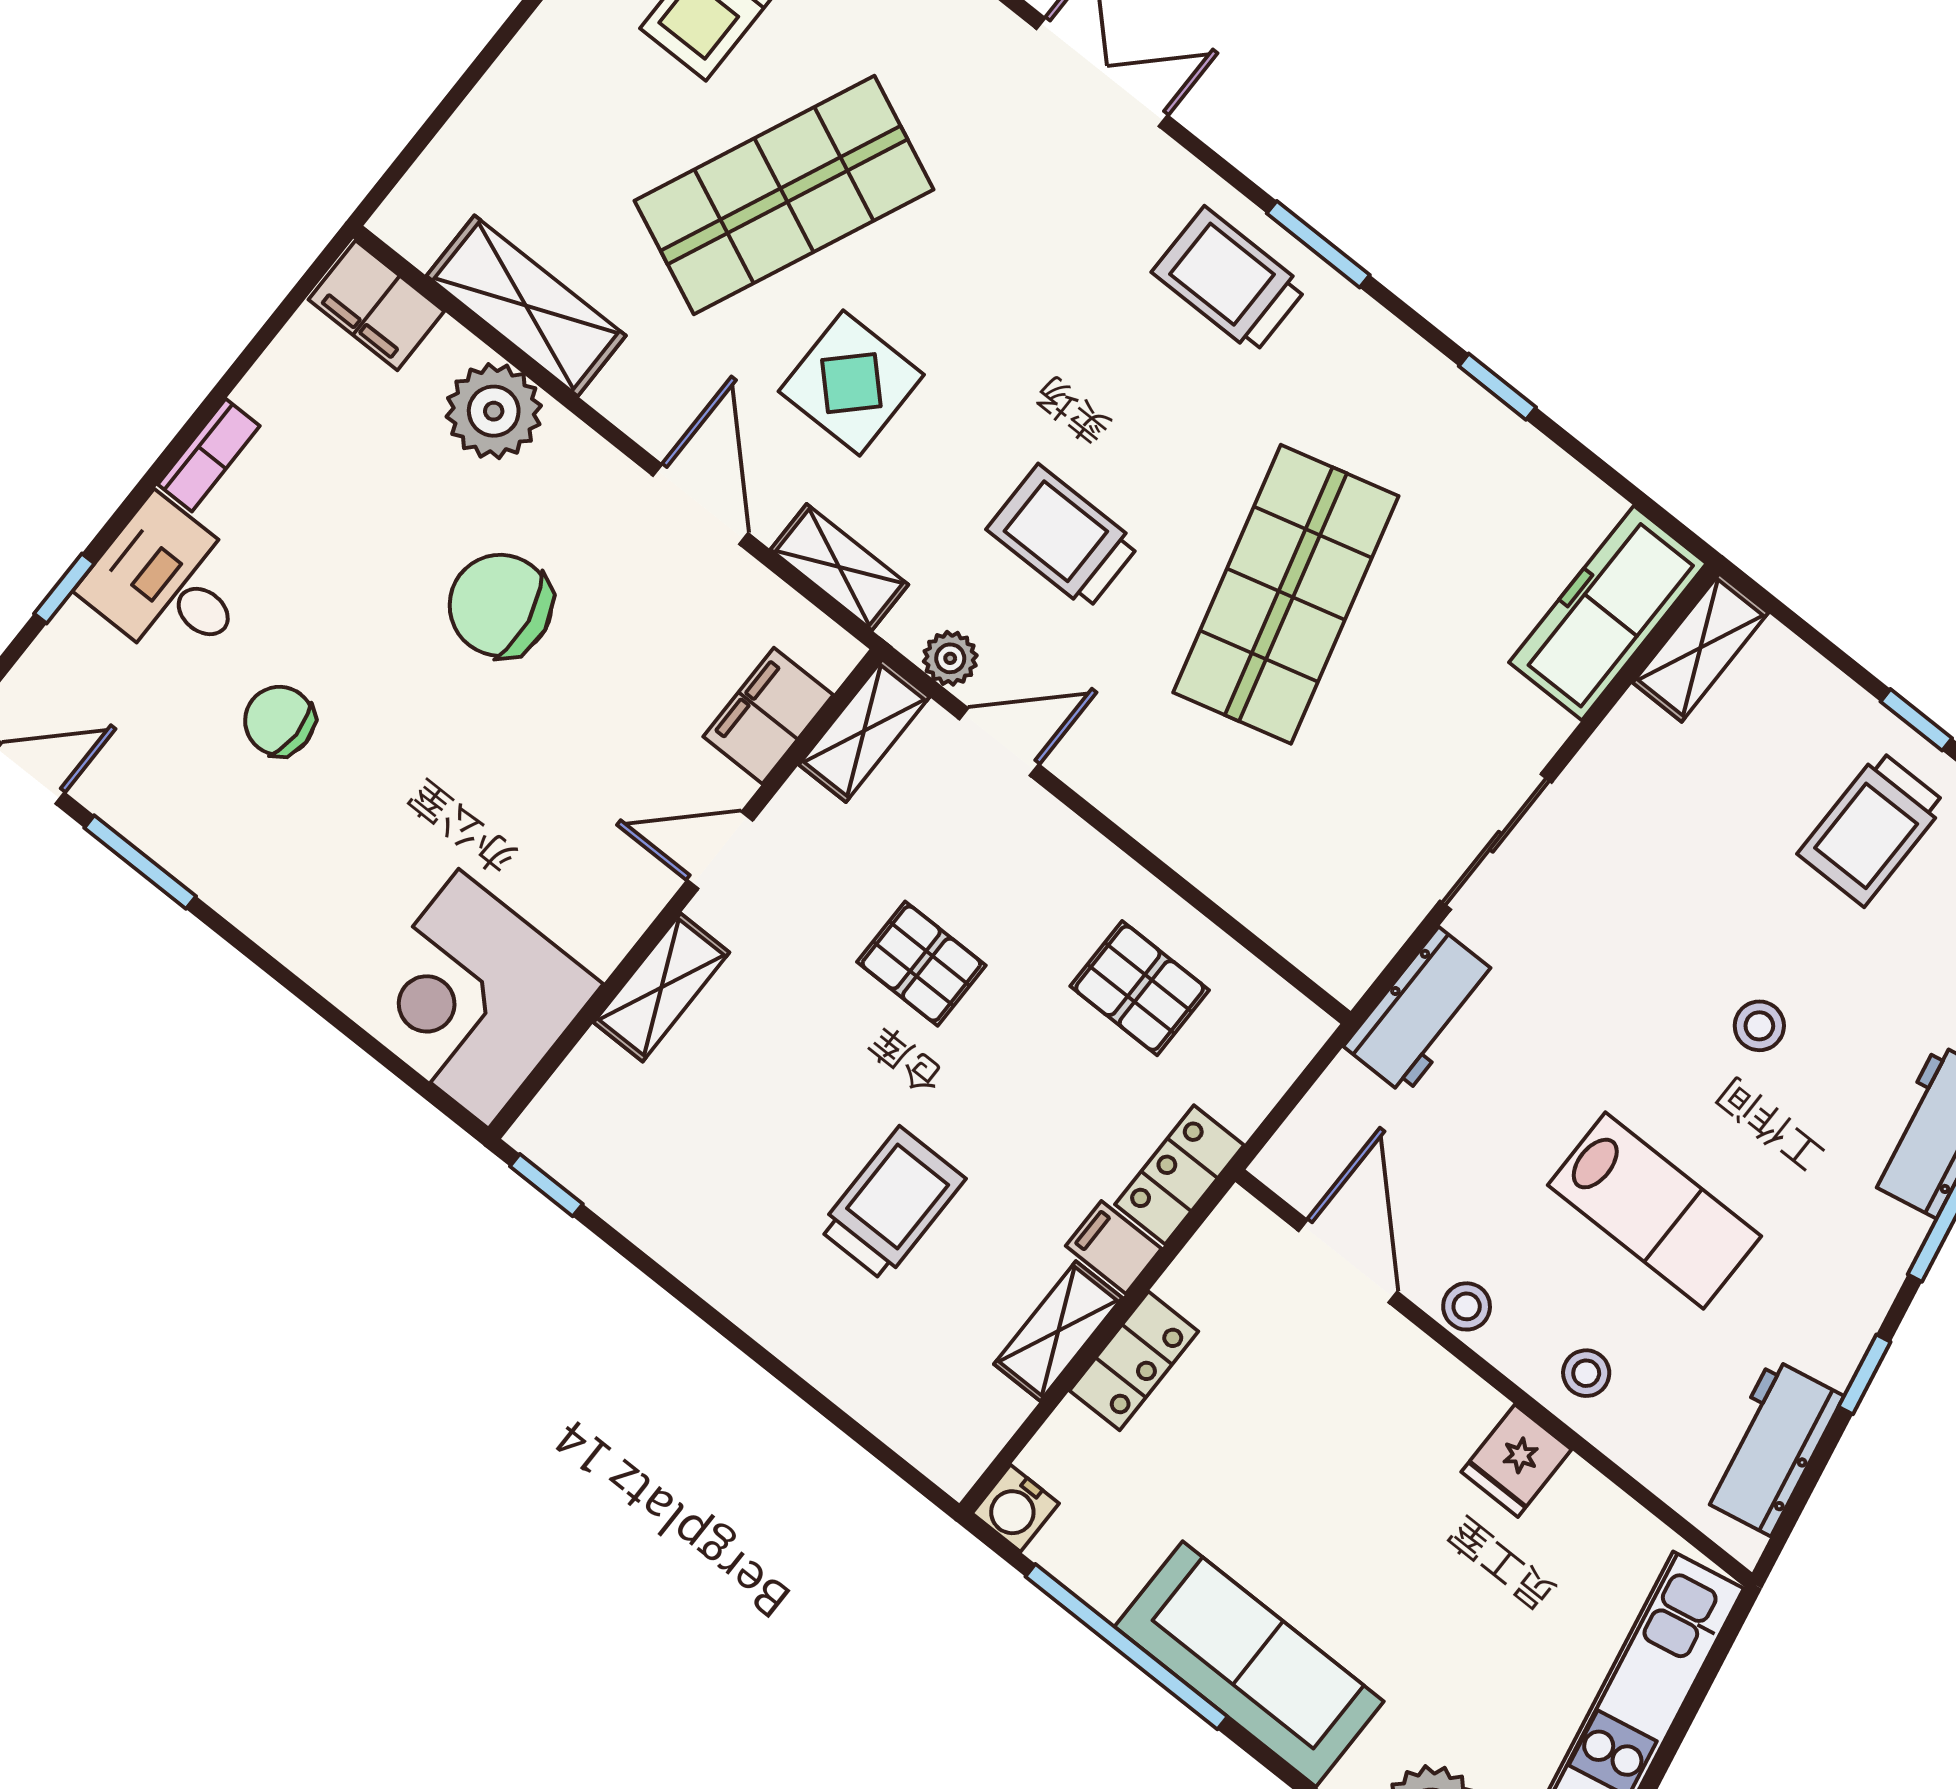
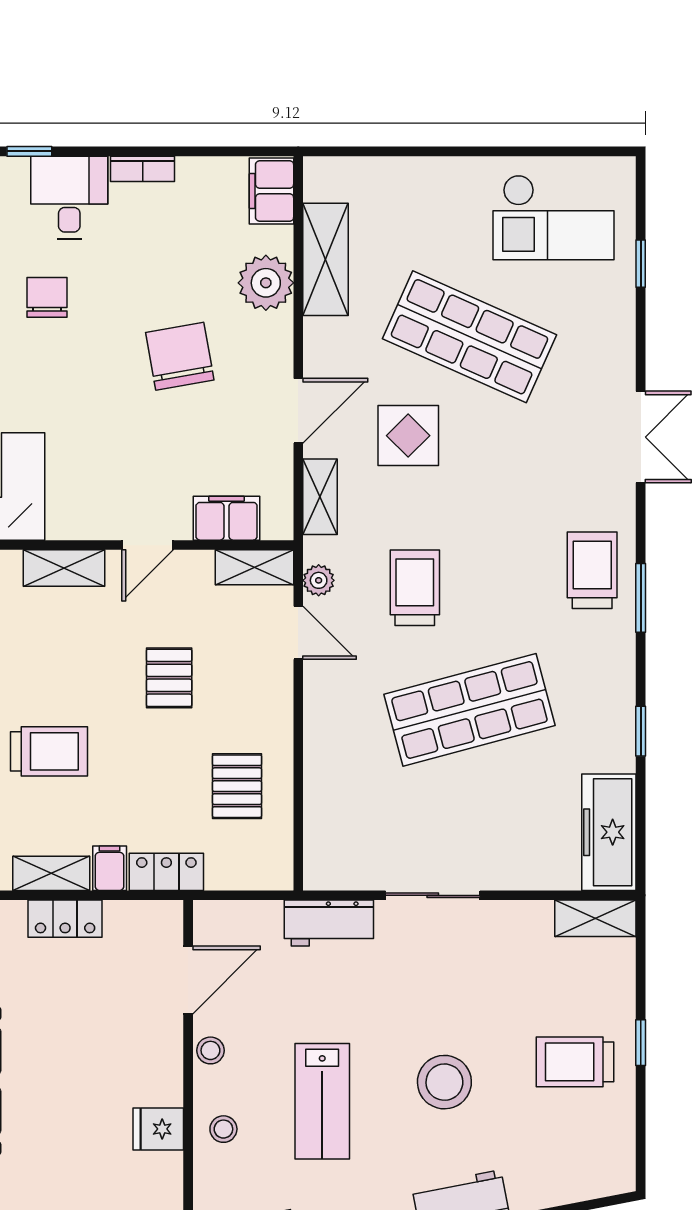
freezer: (1608, 613) -> (609, 832), moved, turned -90
door: (720, 850) -> (148, 545), swing flipped
stool: (1759, 1026) -> (444, 1082), width x1.89, depth x1.89

